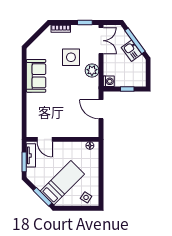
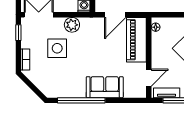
sofa: (36, 76) -> (105, 87), moved
window: (24, 79) -> (81, 100), added
piano: (79, 128) -> (136, 40), added

